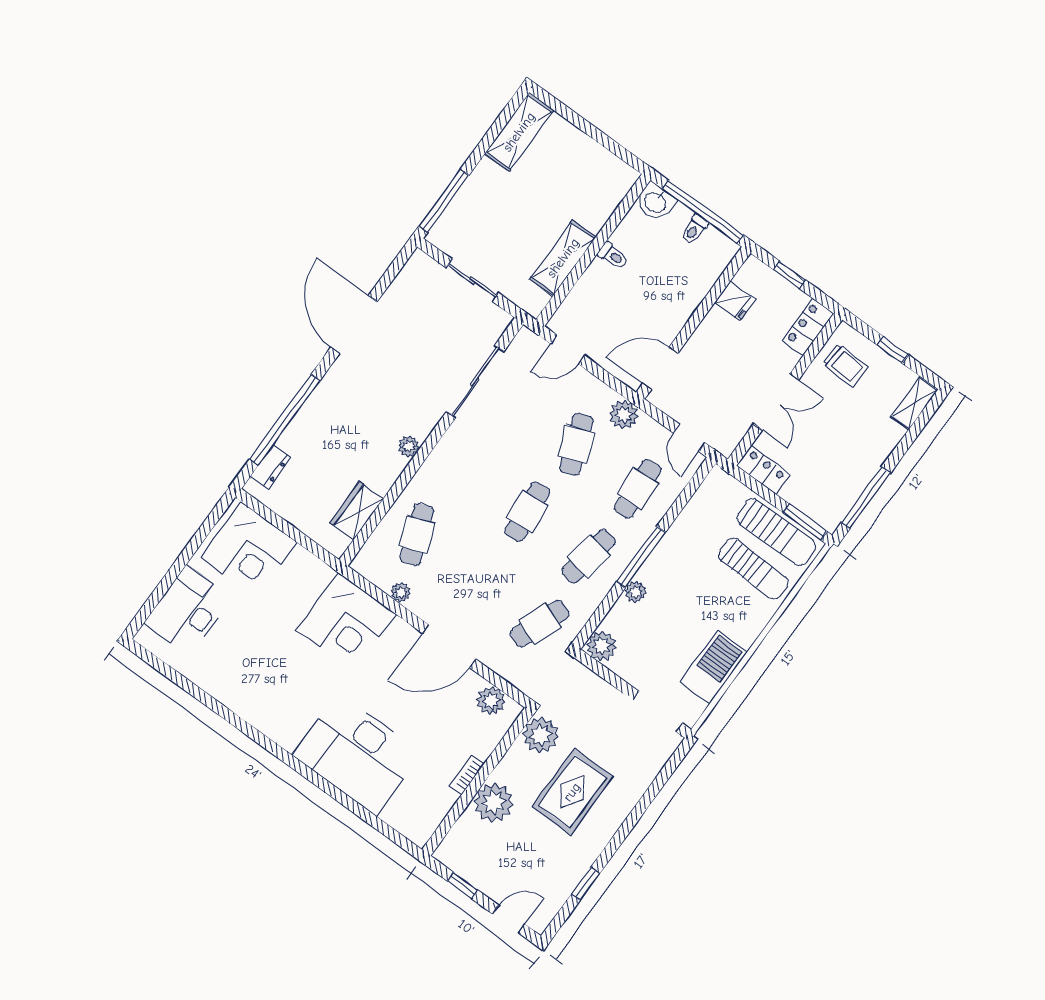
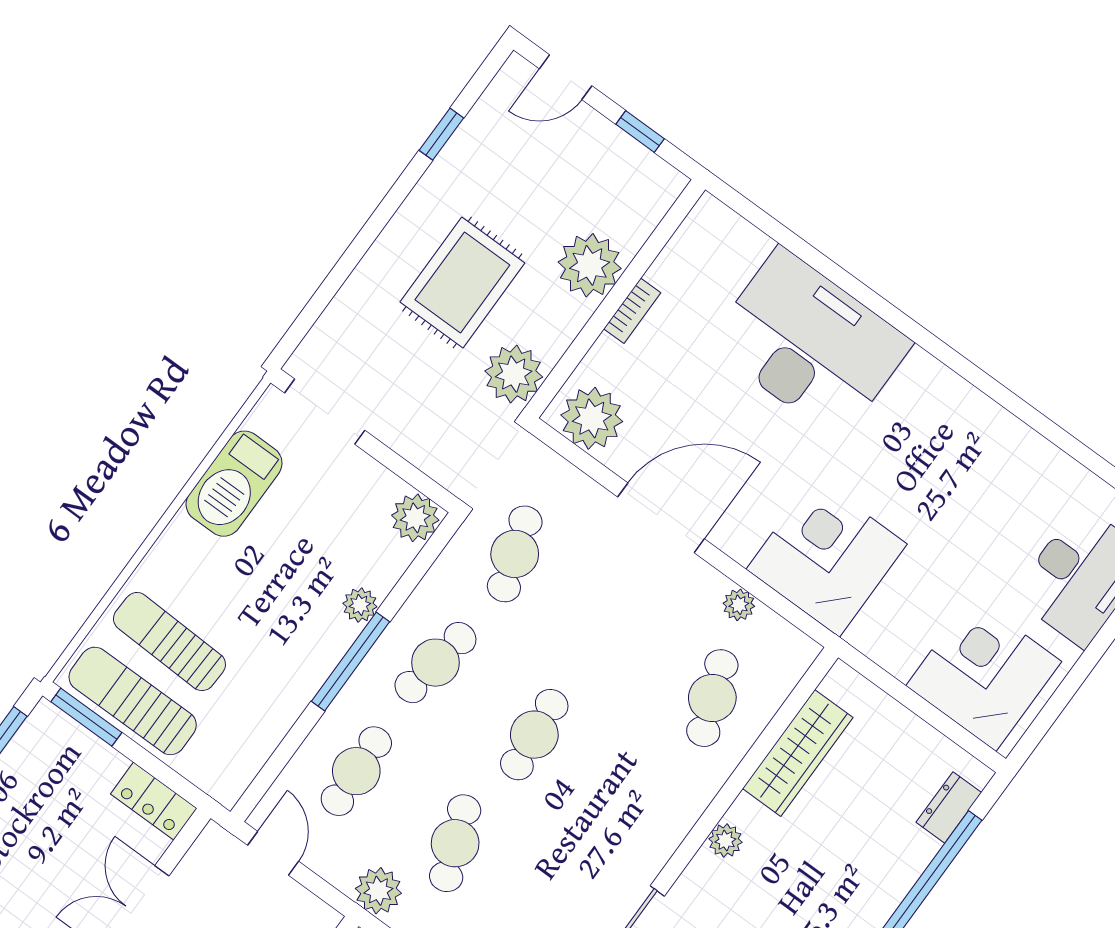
wardrobe: (357, 511) -> (798, 753), width x1.50
cafe table: (540, 624) -> (515, 554), turned -39
plant: (491, 701) -> (592, 418), width x1.36, depth x1.36

